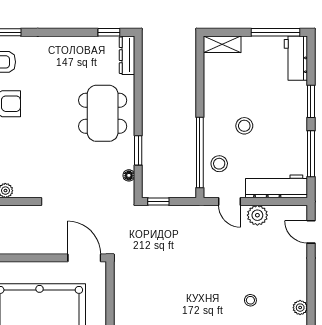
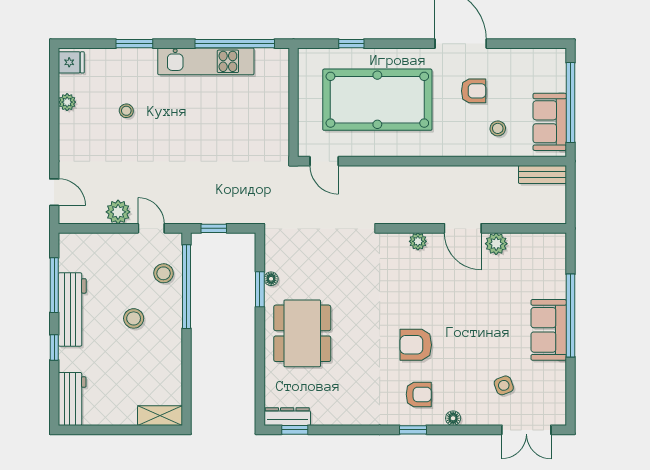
window: (276, 32) -> (96, 430), removed
dresser: (127, 55) -> (287, 417), moved, turned -90
window: (311, 101) -> (54, 347), width x0.67
floor lamp: (129, 175) -> (271, 279), moved
workbench: (277, 186) -> (72, 309), moved, turned -90
window: (158, 201) -> (214, 228), moved
door: (84, 258) -> (324, 161), width x0.73

